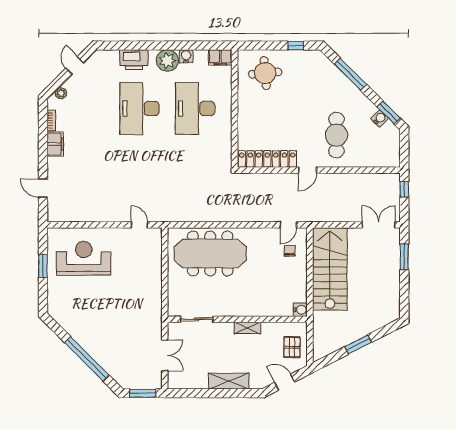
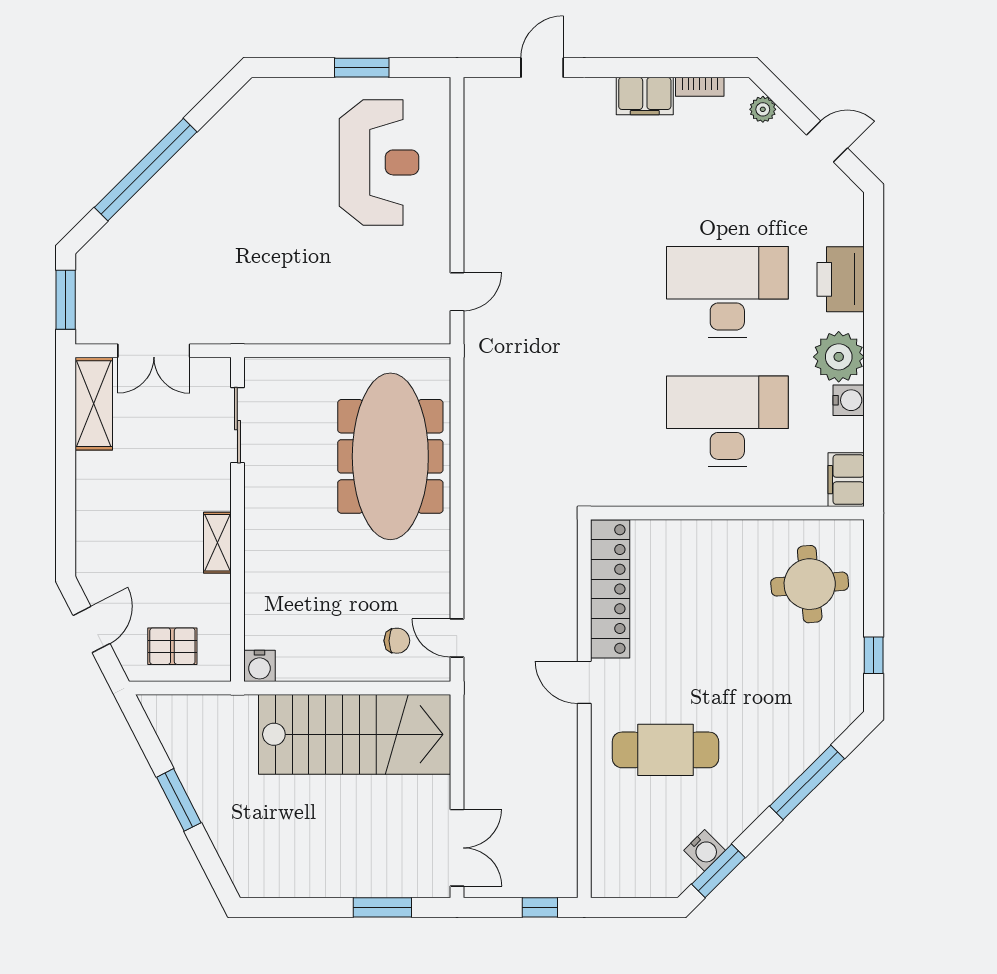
shelving: (229, 381) -> (94, 404), moved

